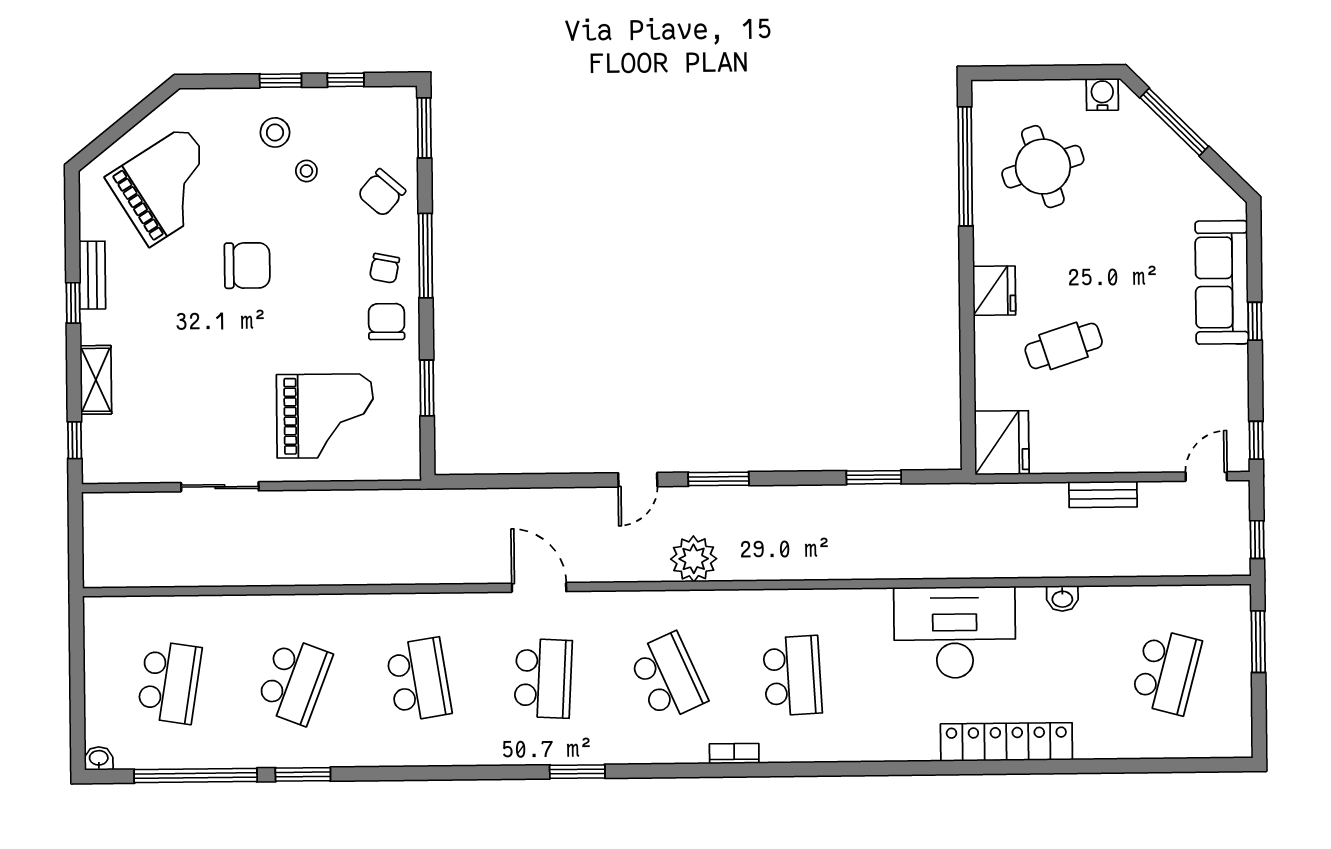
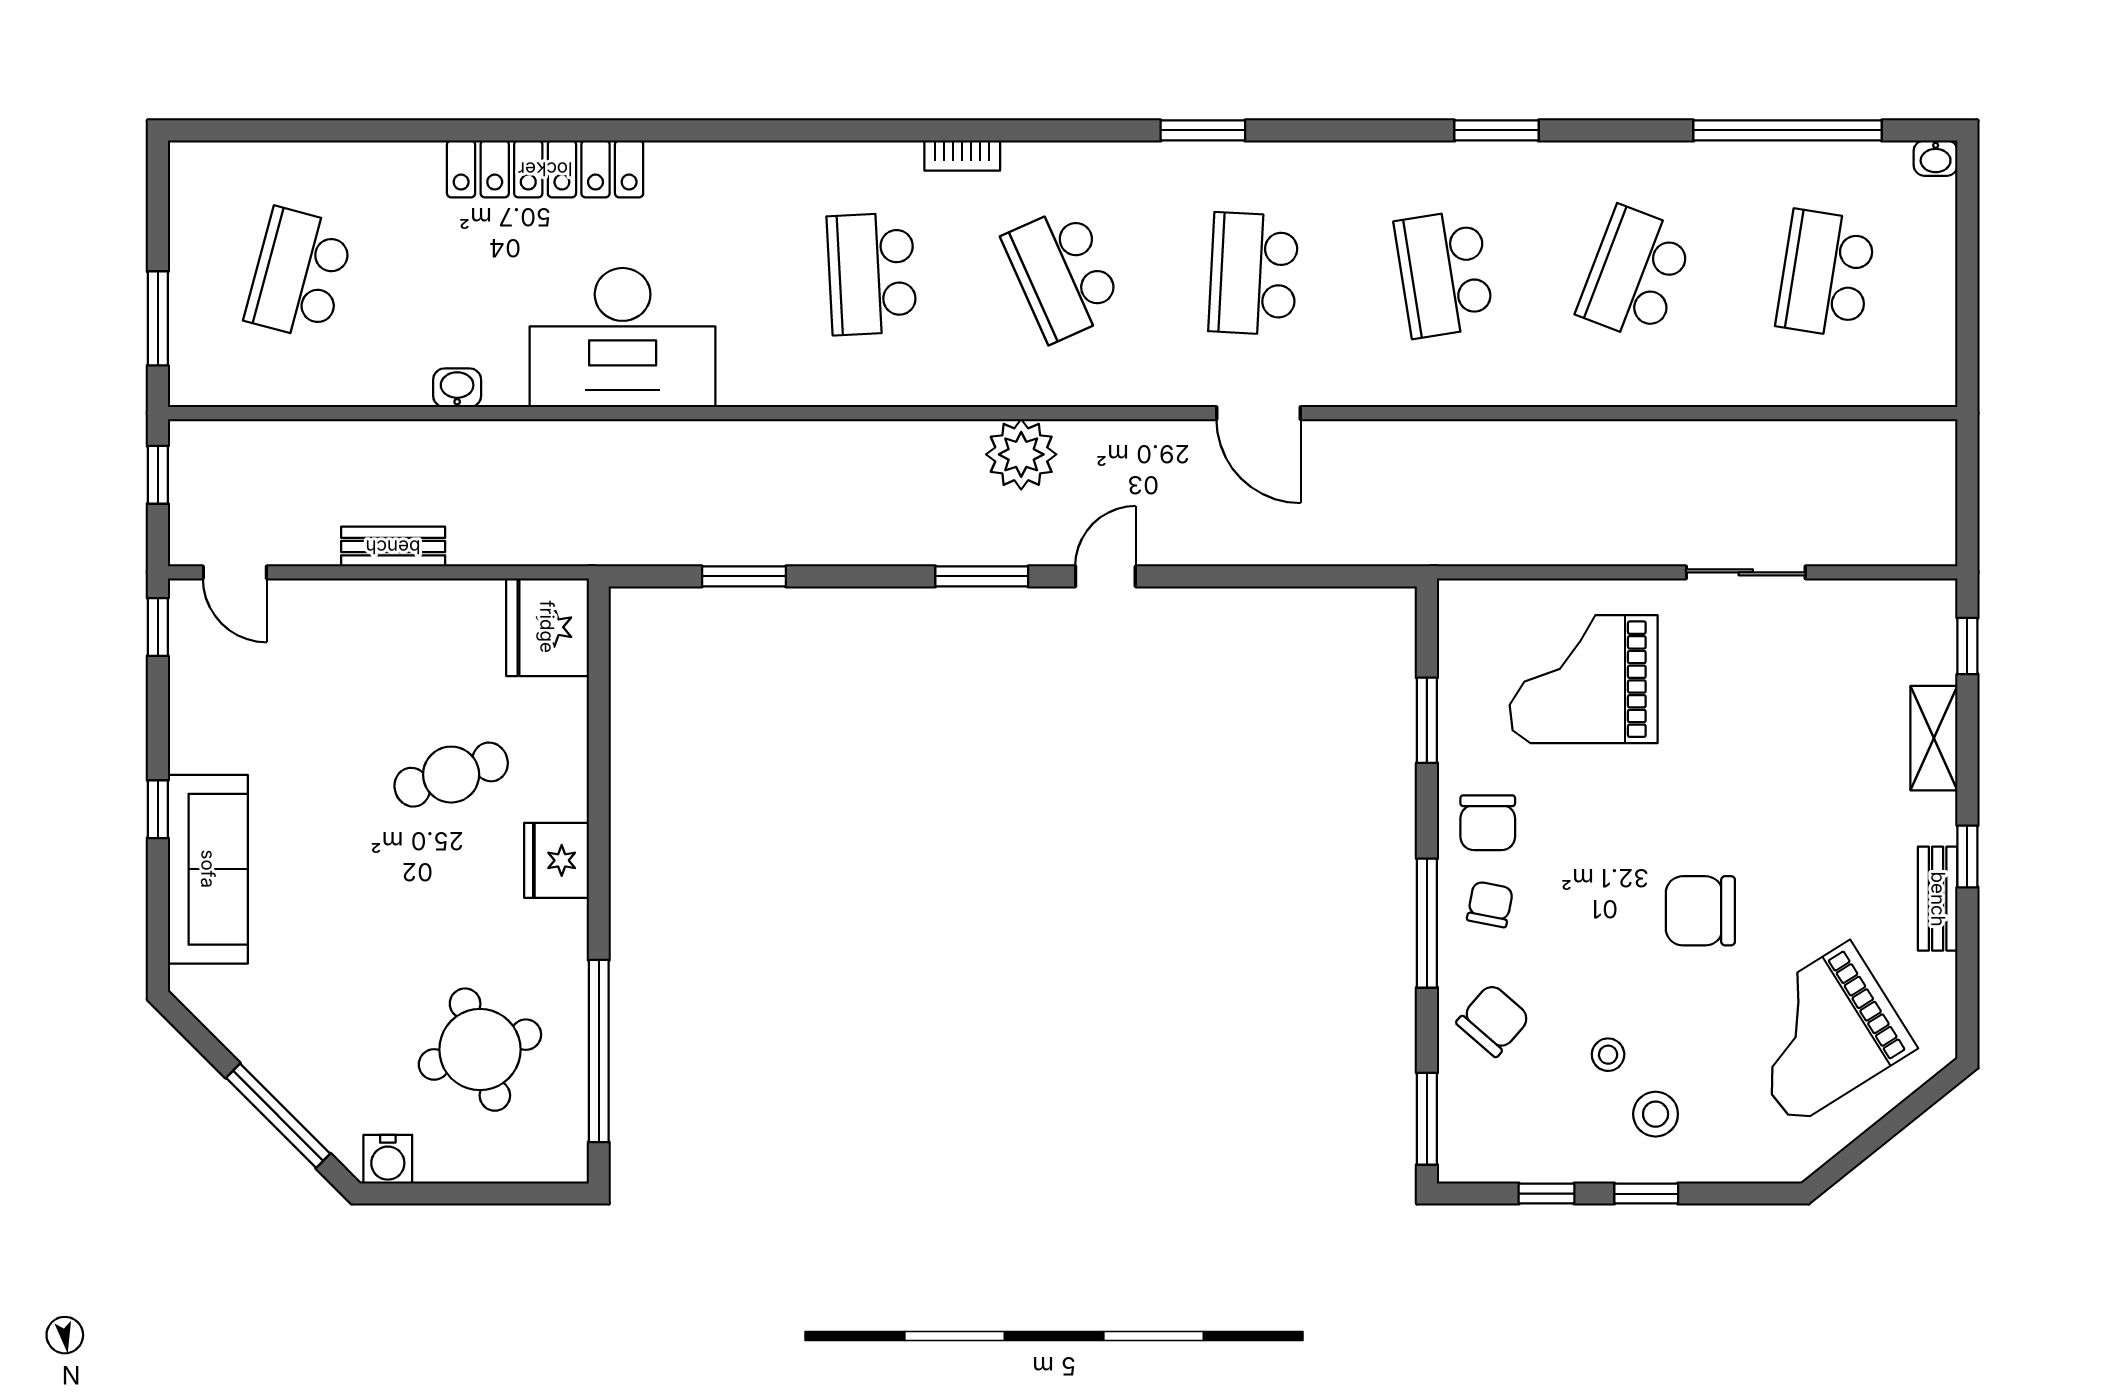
door: (1206, 476) -> (235, 572), hinge flipped
window: (303, 774) -> (1497, 130), moved

